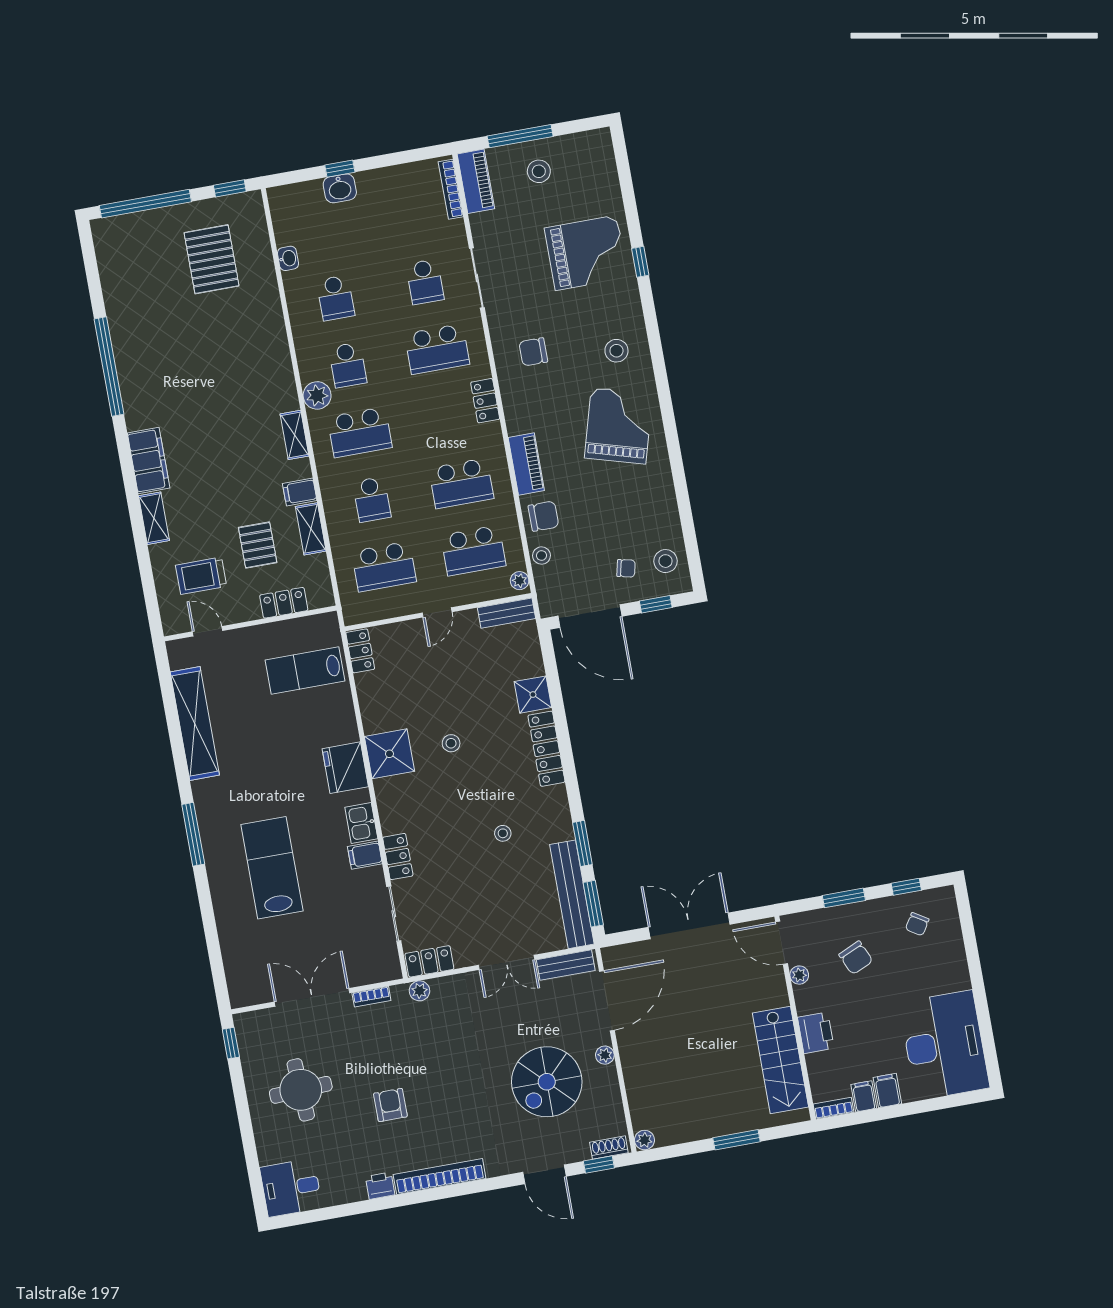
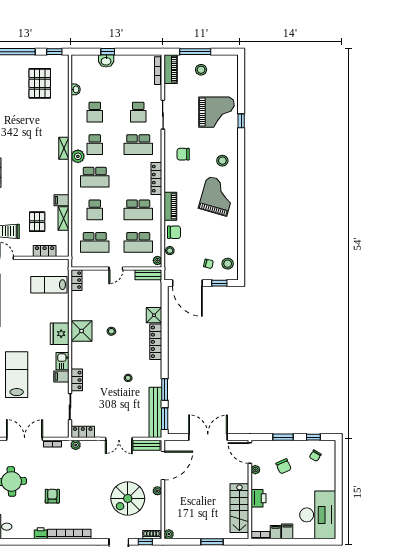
locker: (485, 401) -> (156, 179), width x1.53
shelving: (294, 435) -> (64, 148), moved

